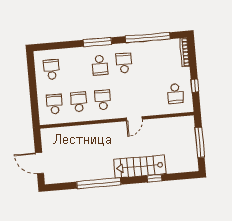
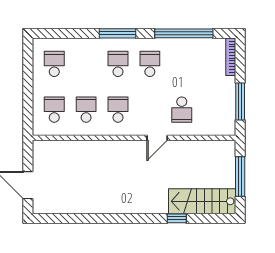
school desk: (100, 65) -> (118, 64), turned 180
window: (195, 86) -> (240, 102), width x2.17
school desk: (175, 93) -> (182, 110), moved
stairs: (140, 167) -> (202, 201), moved
window: (99, 183) -> (103, 218), removed

